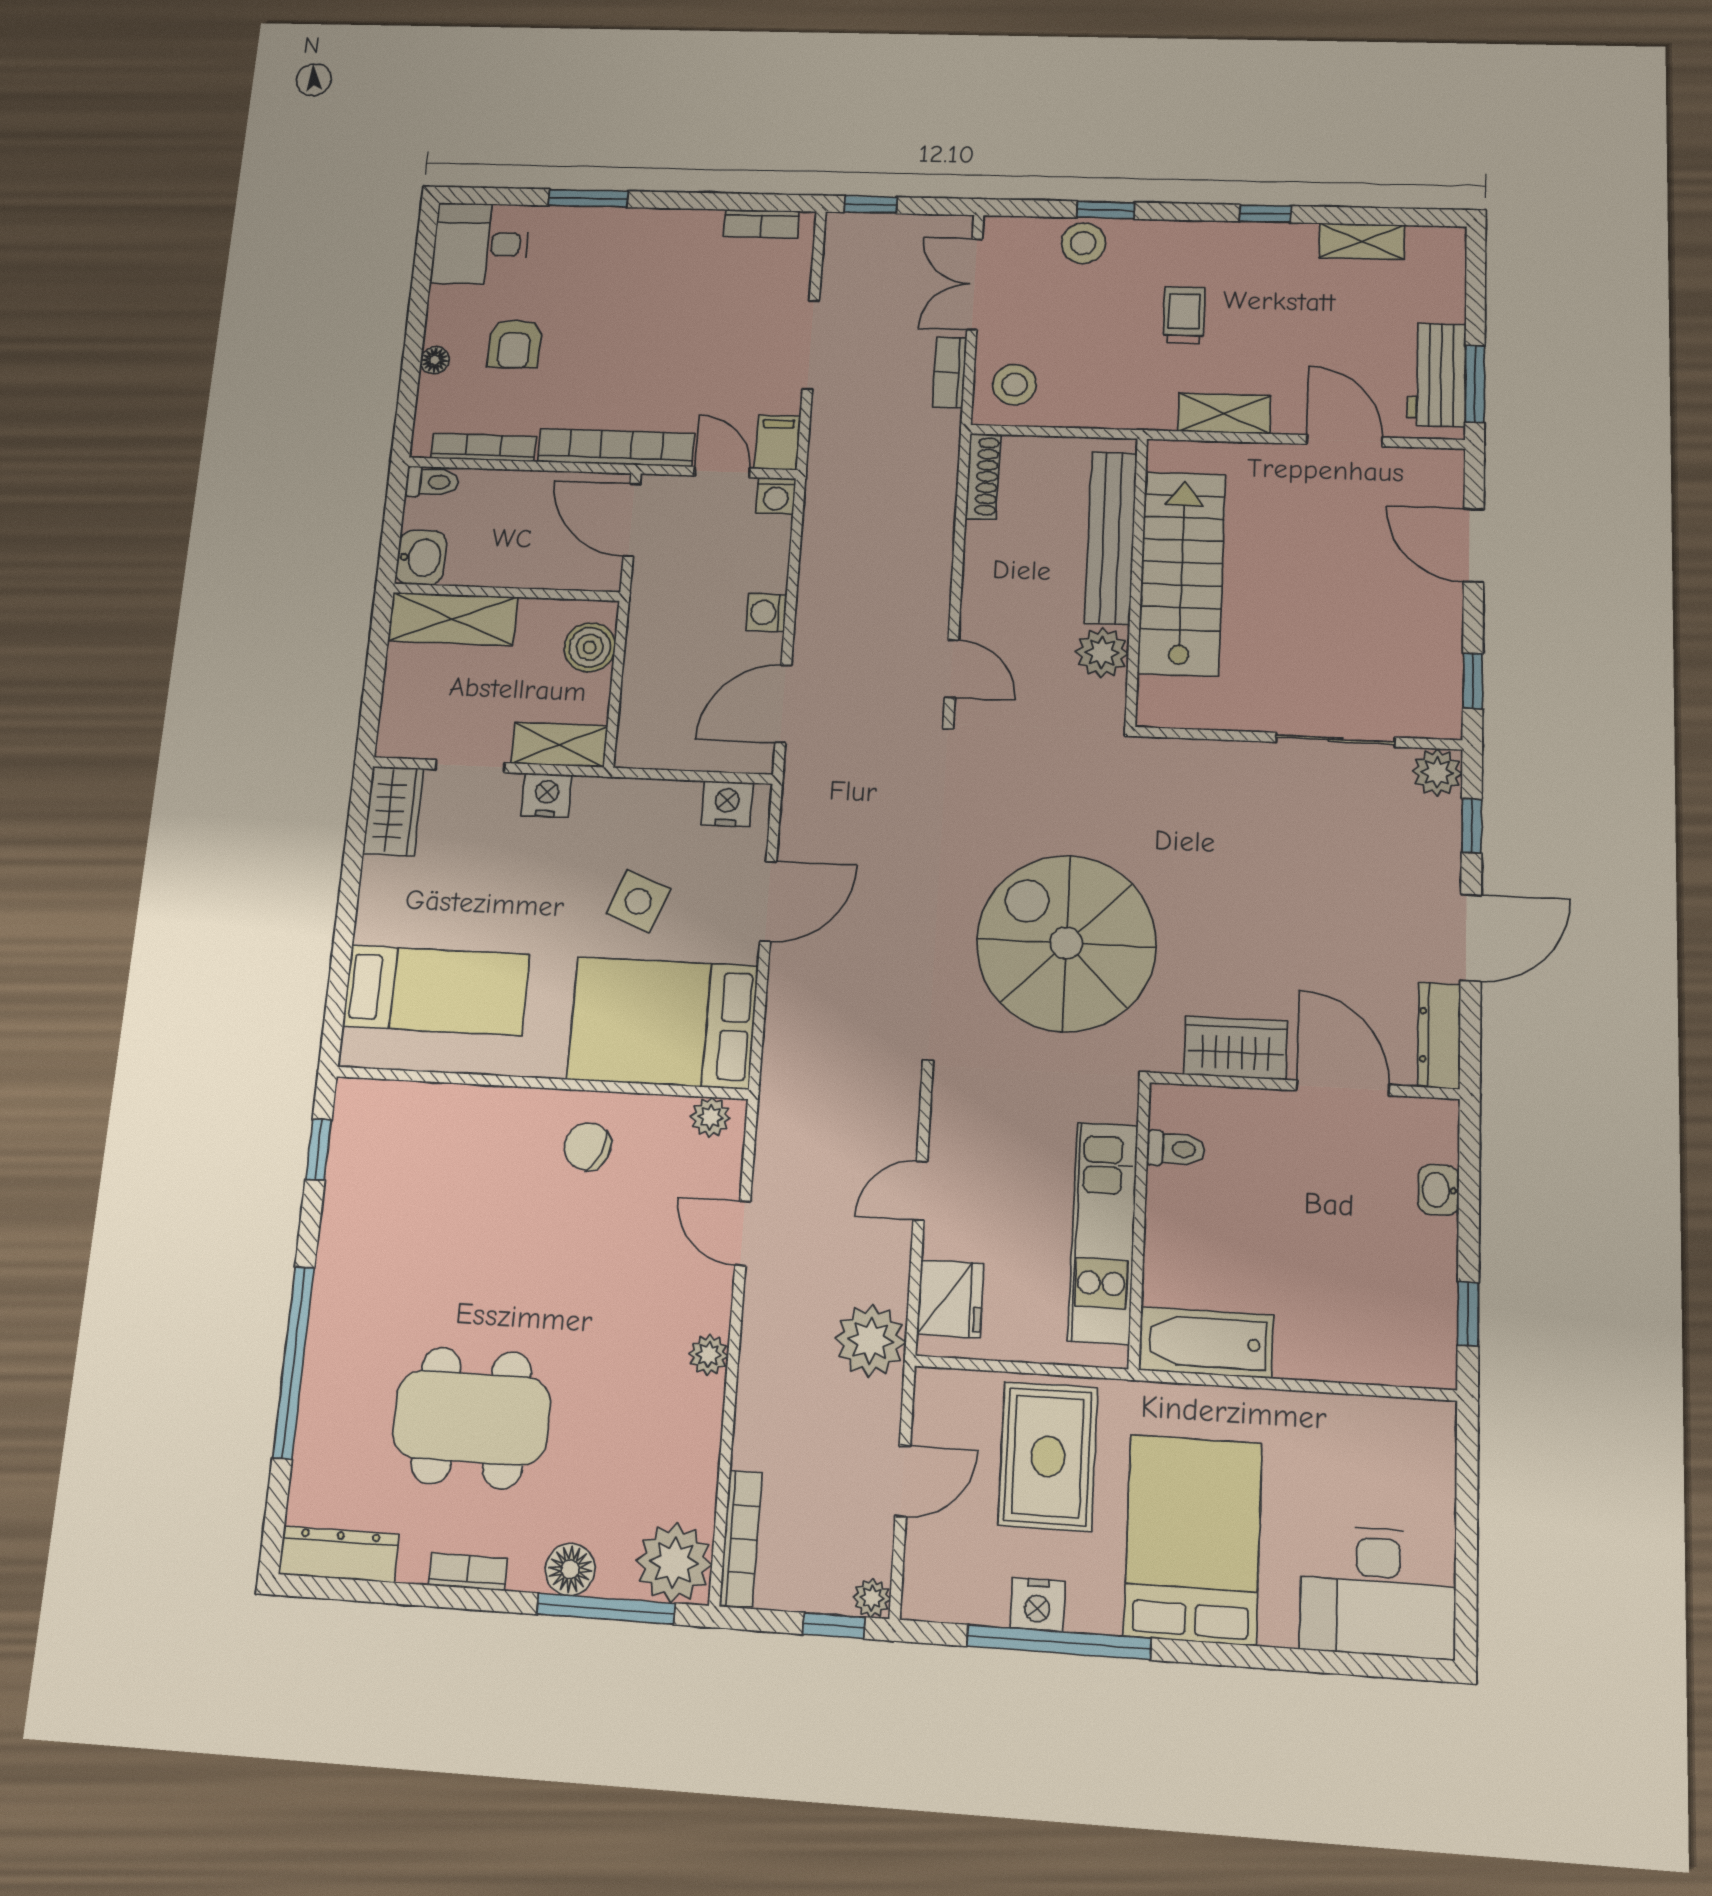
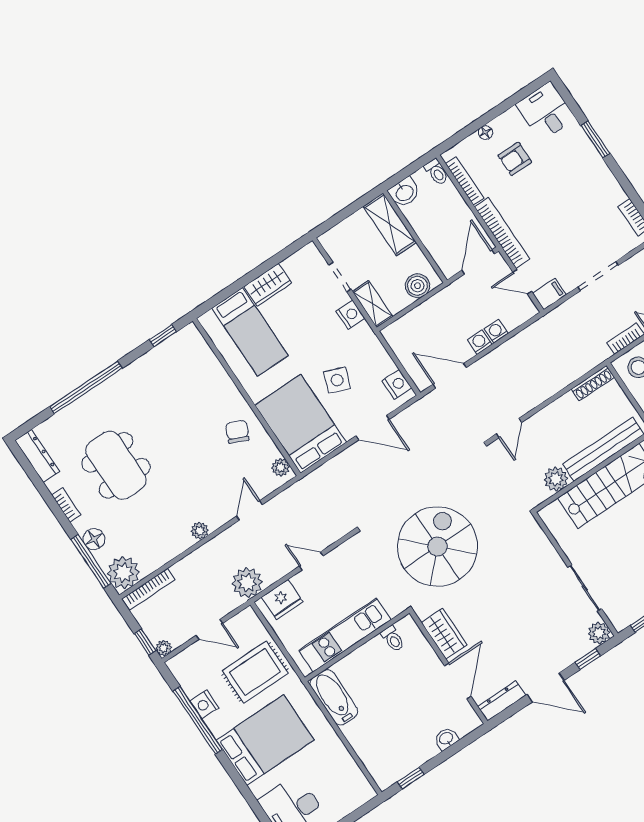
door: (722, 472) -> (522, 282), swing flipped
washing machine: (776, 496) -> (496, 331), moved, turned 90
wardrobe: (393, 811) -> (268, 285), moved

